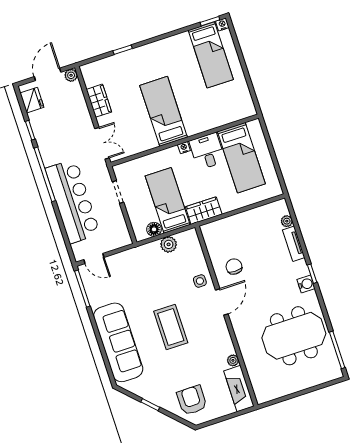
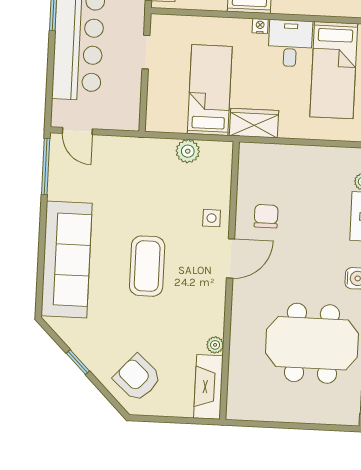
floor lamp: (154, 229) -> (176, 123), removed
armchair: (192, 400) -> (137, 378), turned -48

